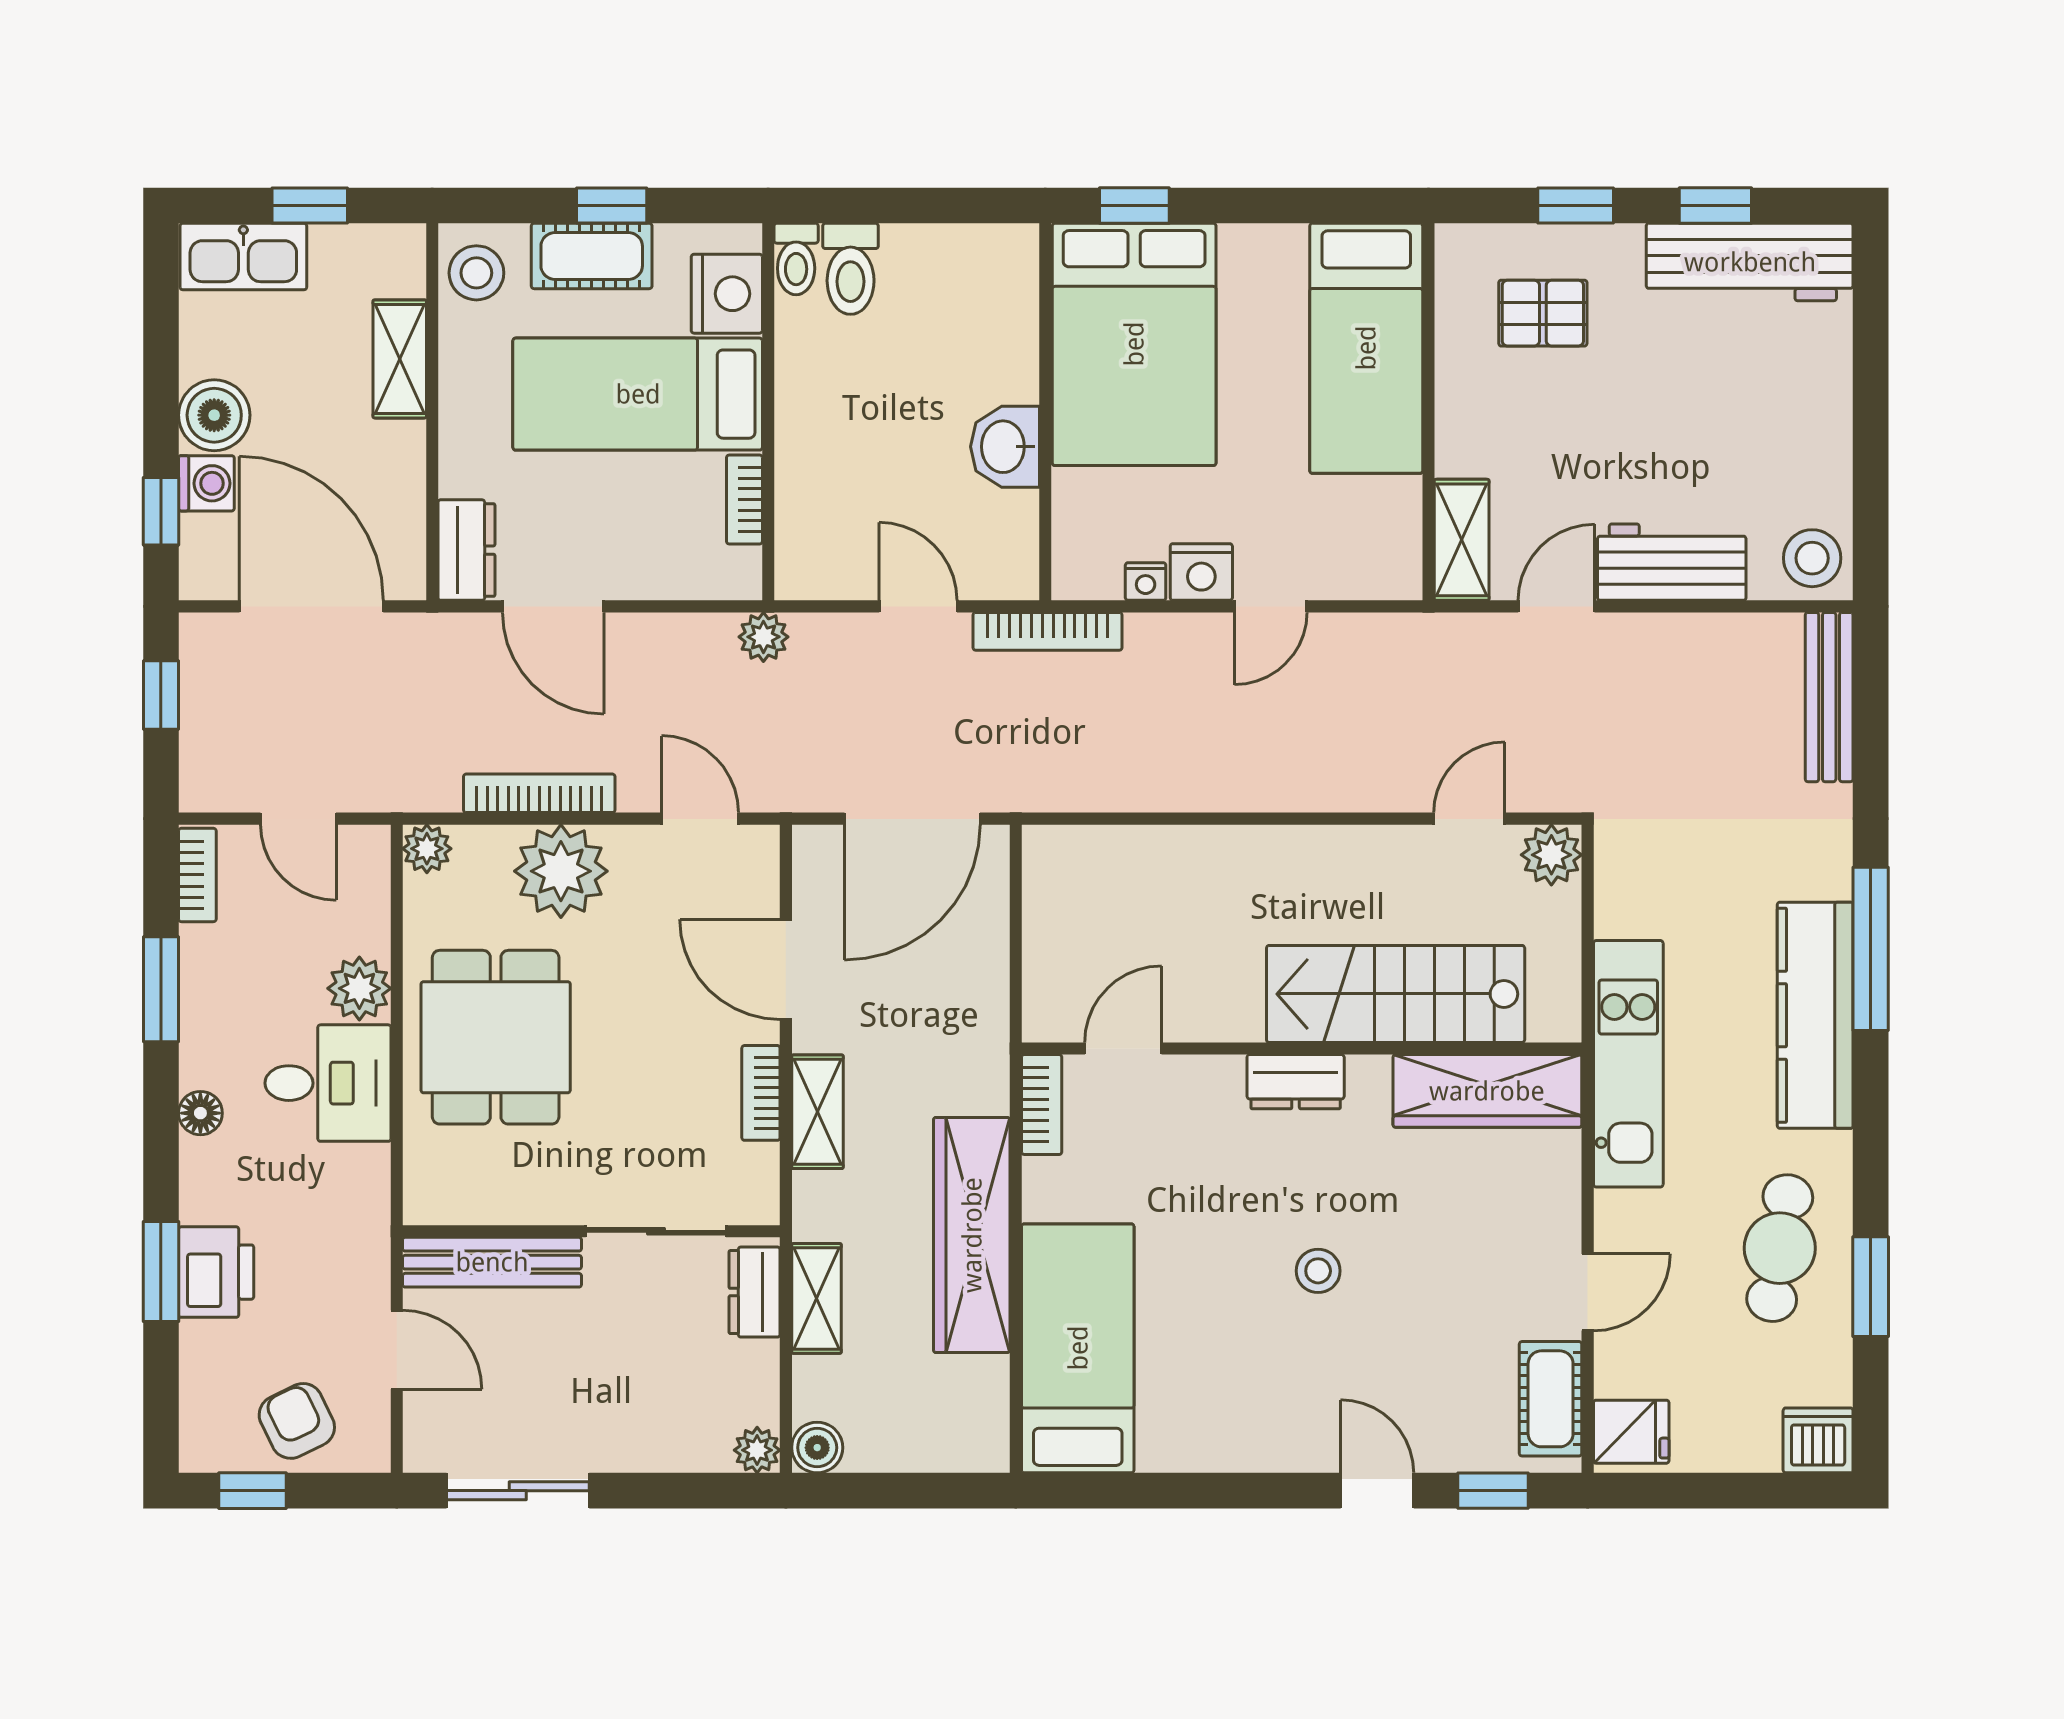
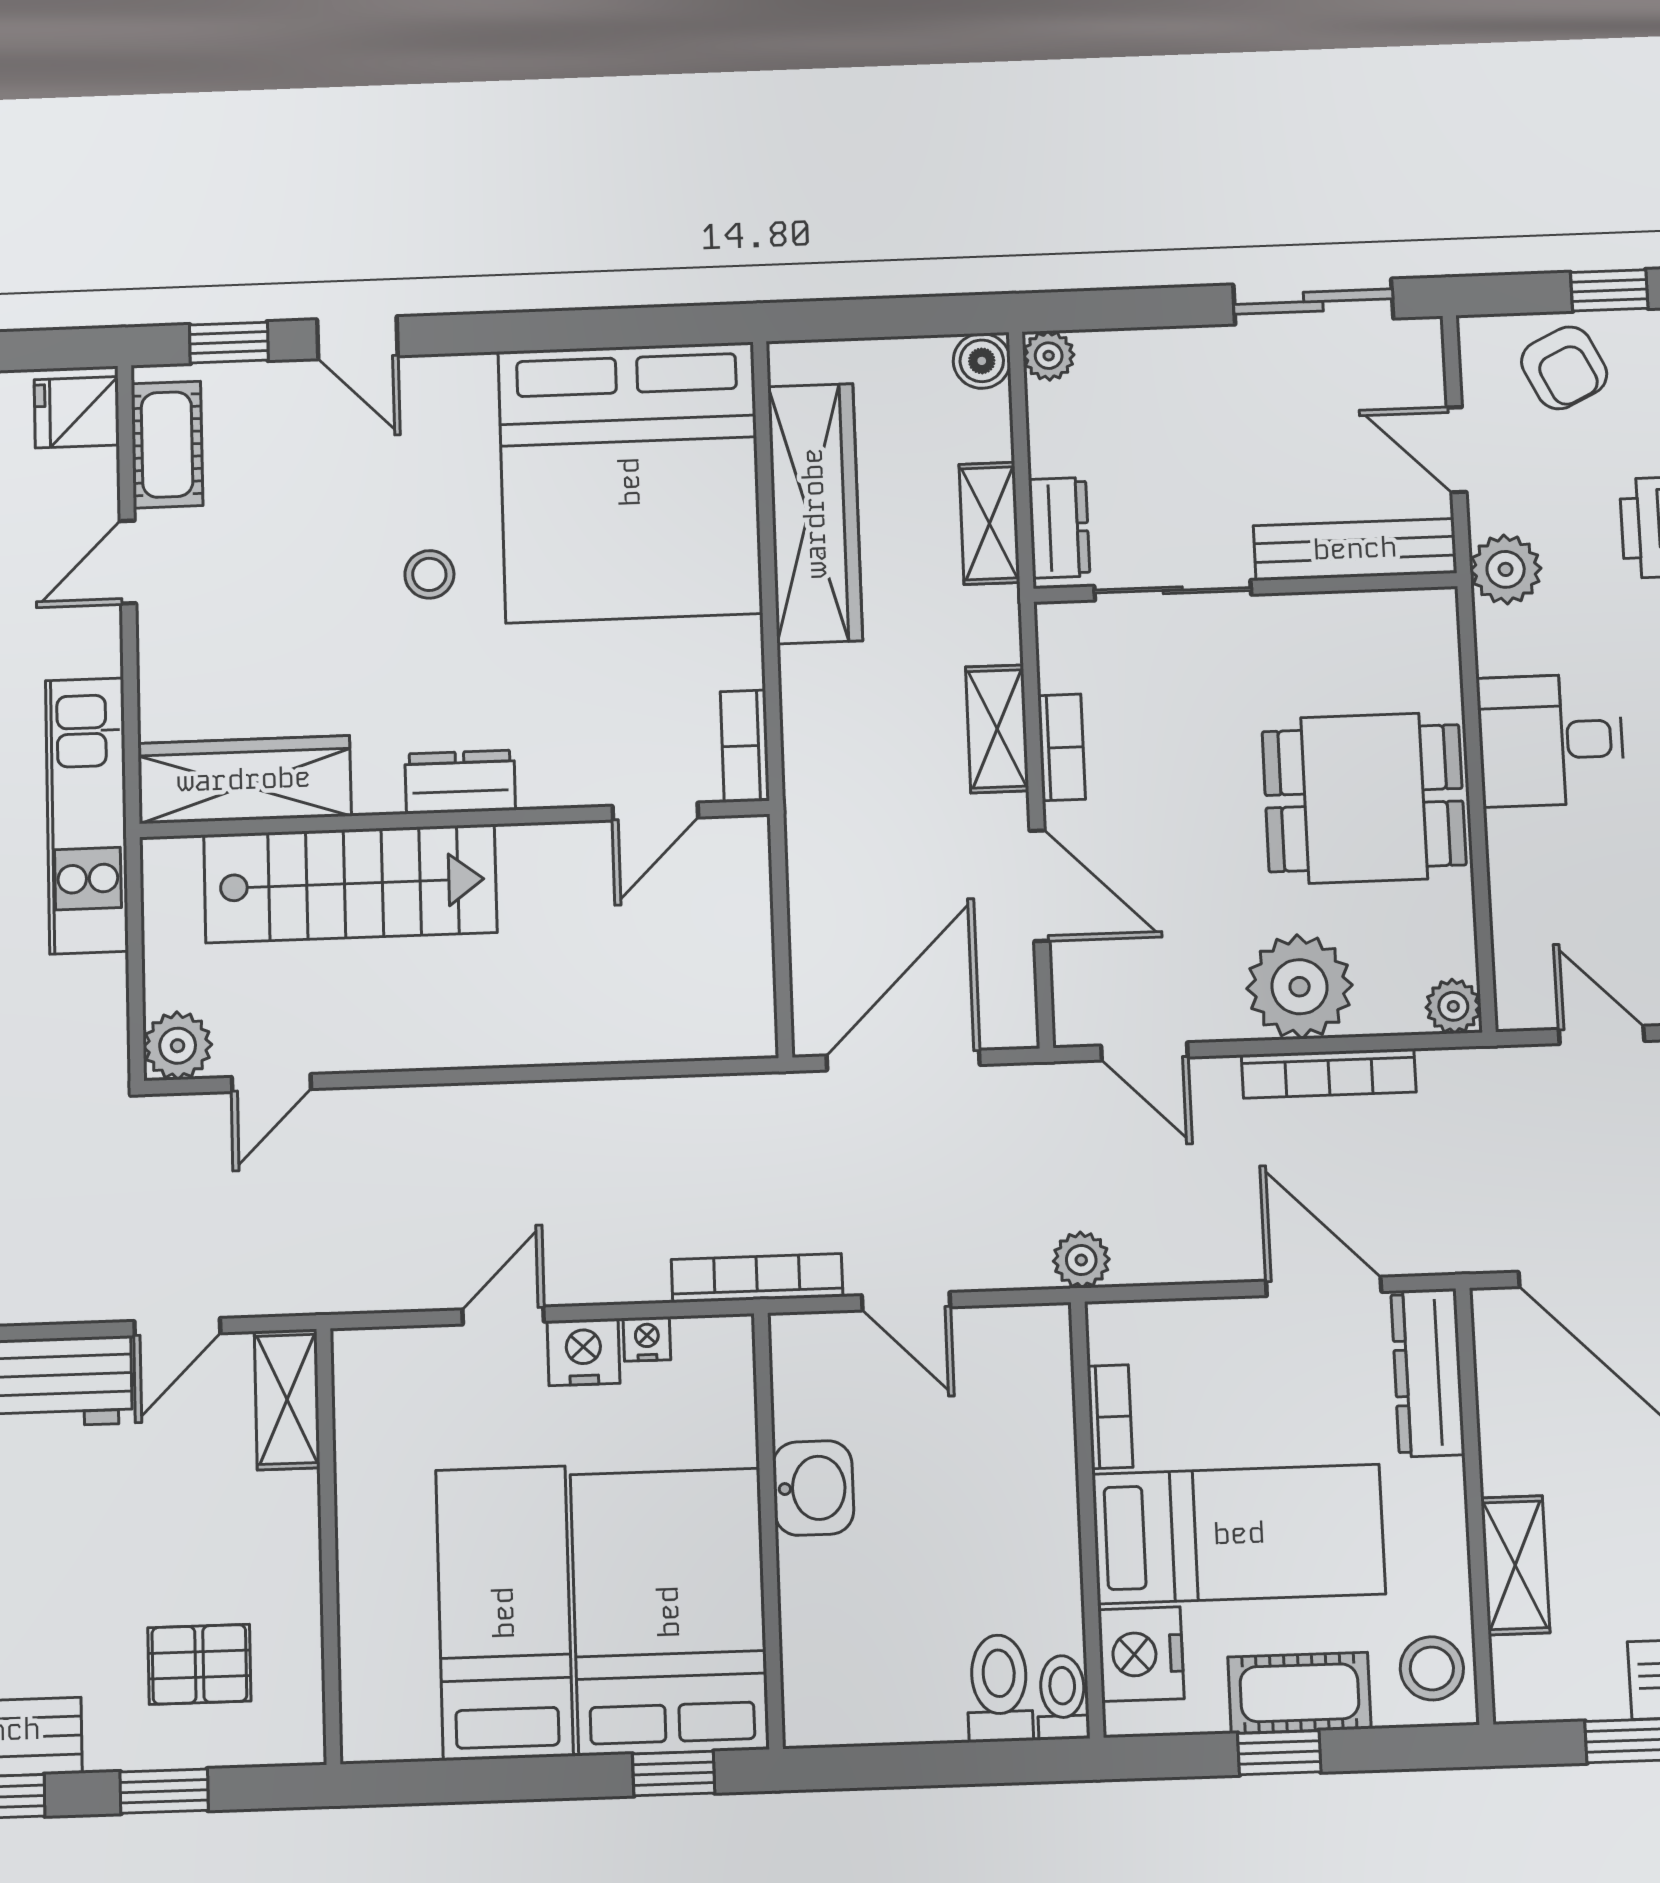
bed: (1366, 348) -> (504, 1613), moved
dresser: (466, 550) -> (1428, 1373), width x1.44
plant: (359, 988) -> (1506, 569), moved
dining table: (496, 1037) -> (1364, 798), turned 90
wardrobe: (972, 1235) -> (815, 513), moved
bed: (1078, 1348) -> (630, 482), width x2.04

